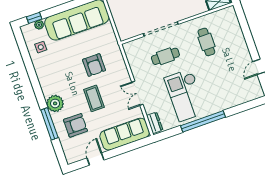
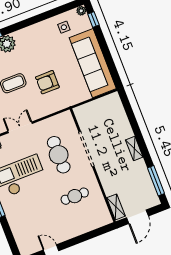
plant: (39, 25) -> (81, 11), moved
cafe table: (165, 56) -> (59, 155), width x1.37, depth x1.35

